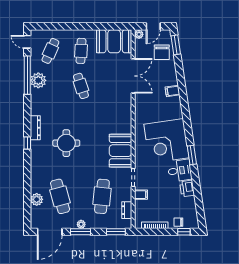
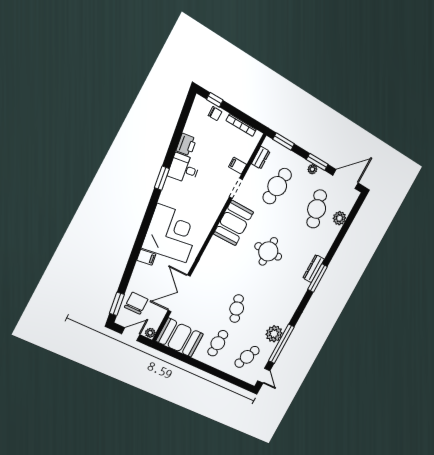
dresser: (35, 128) -> (313, 268), moved
corner desk: (166, 141) -> (172, 233), moved
window: (27, 143) -> (318, 278), width x2.17
round table: (66, 143) -> (268, 251), moved

